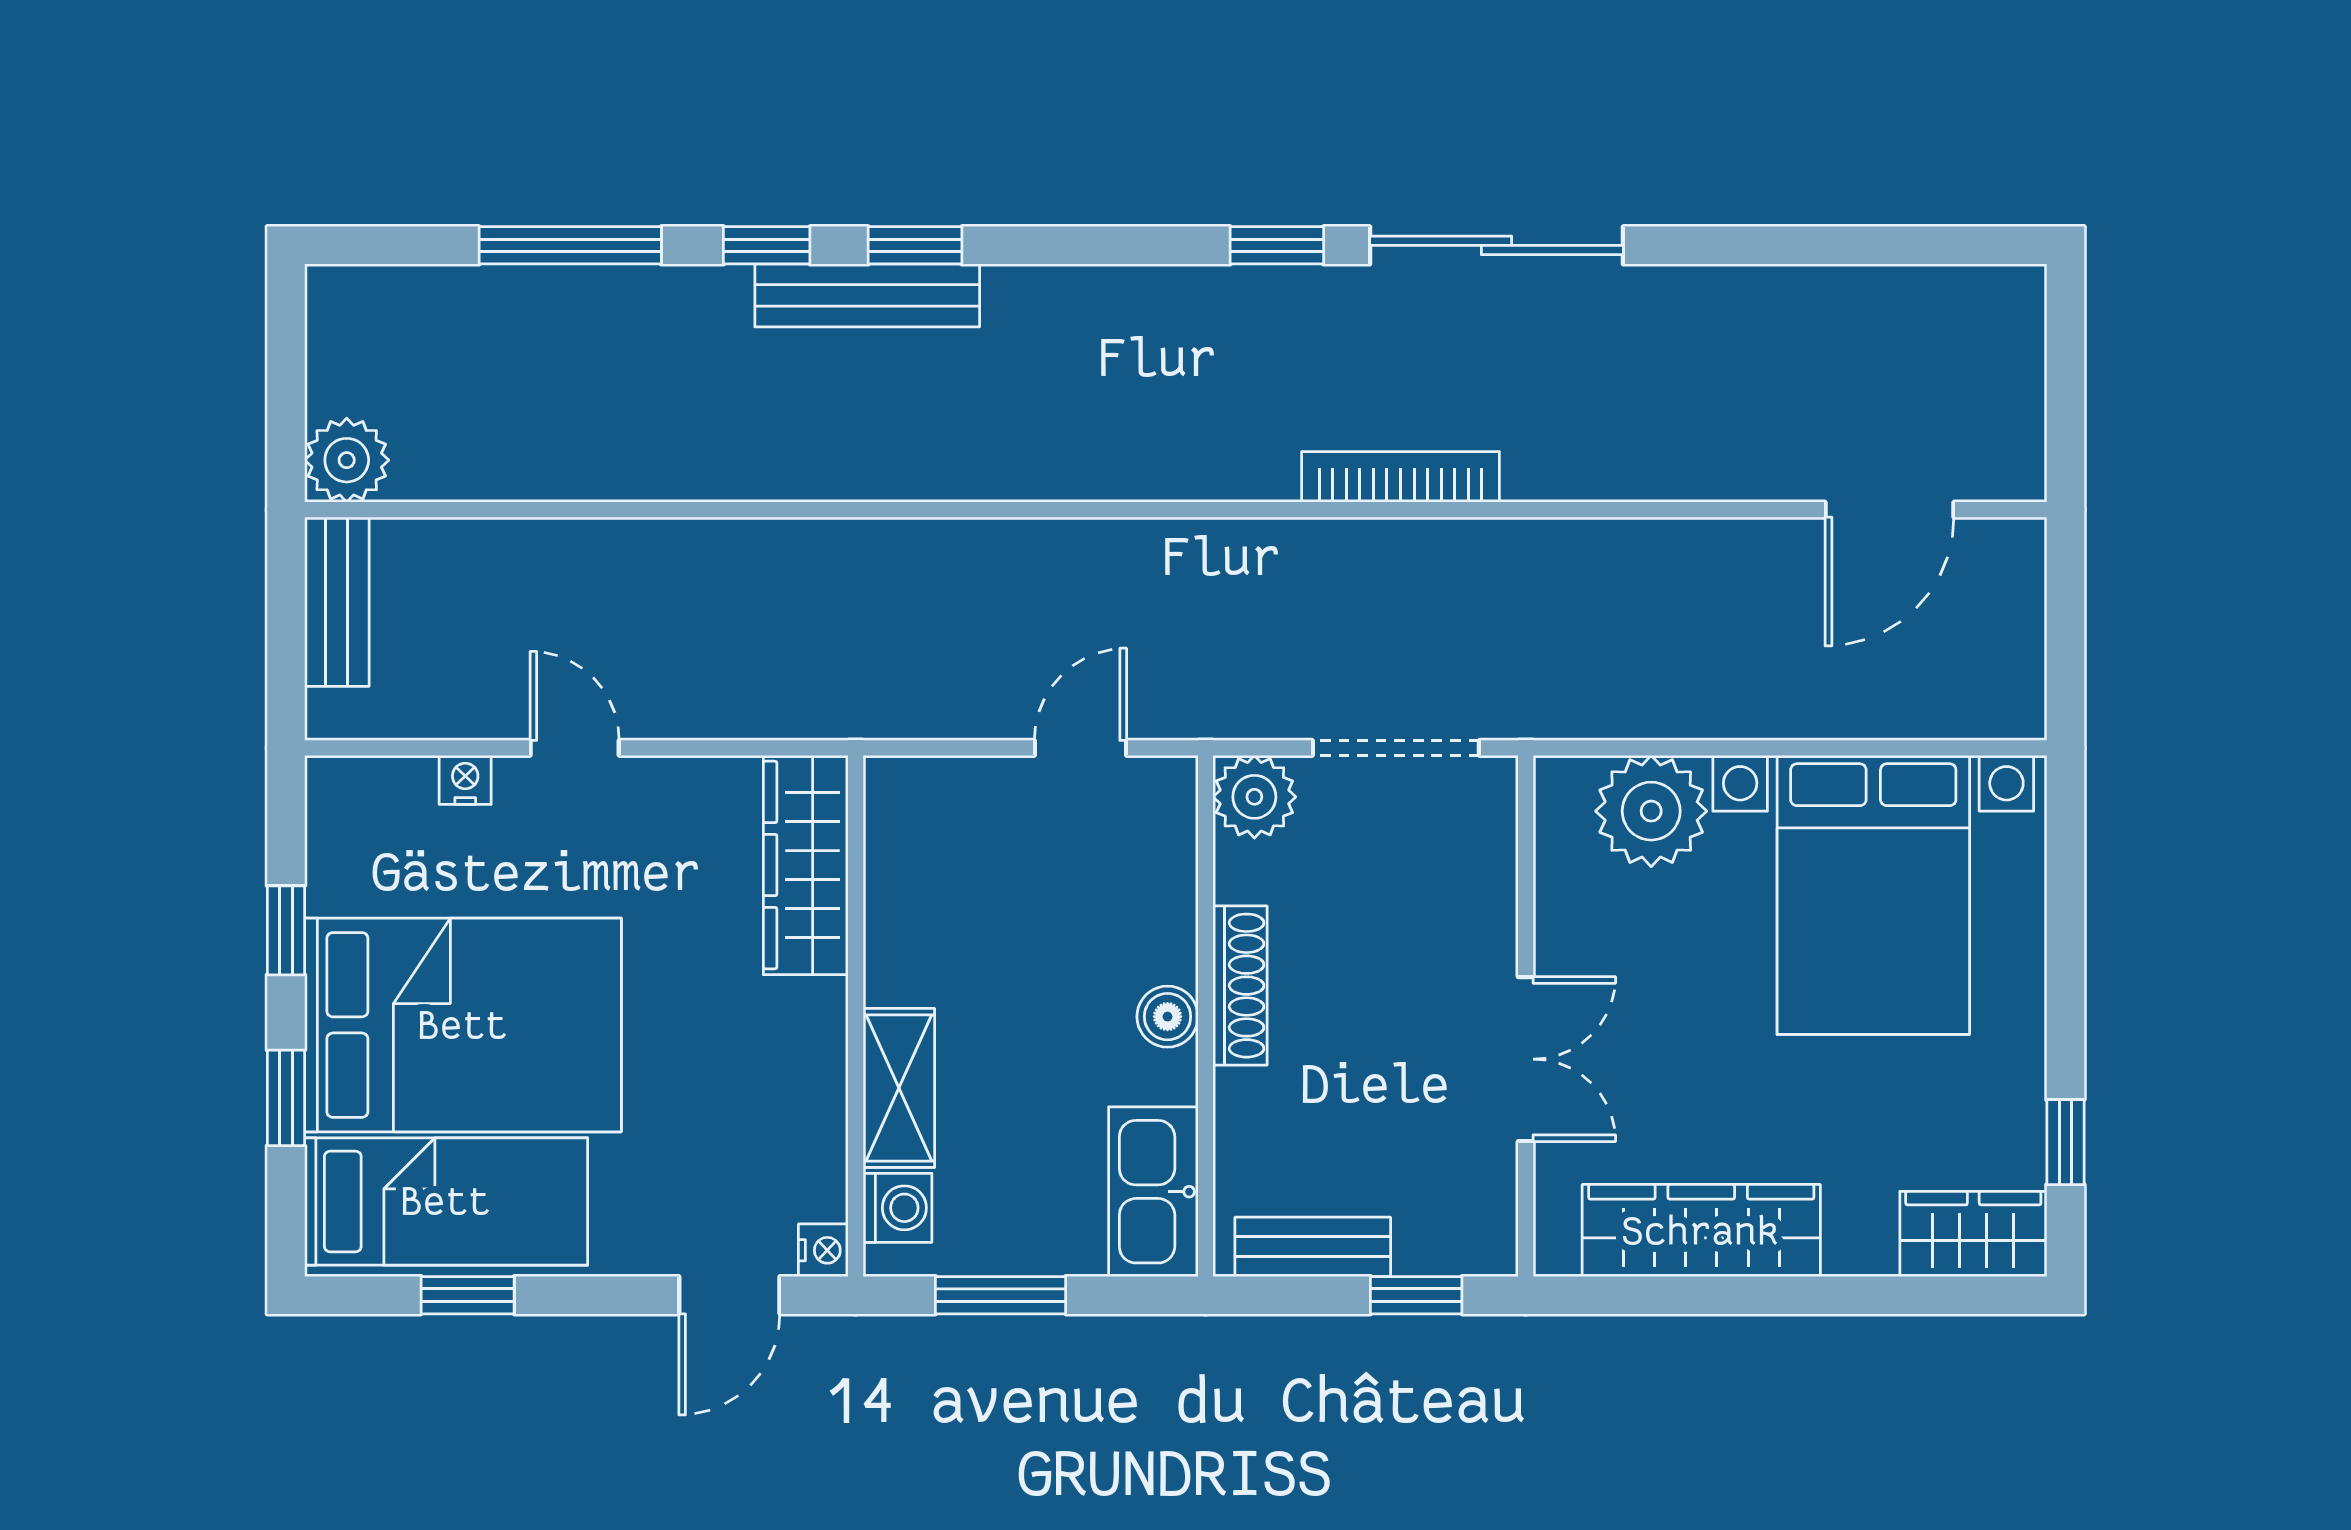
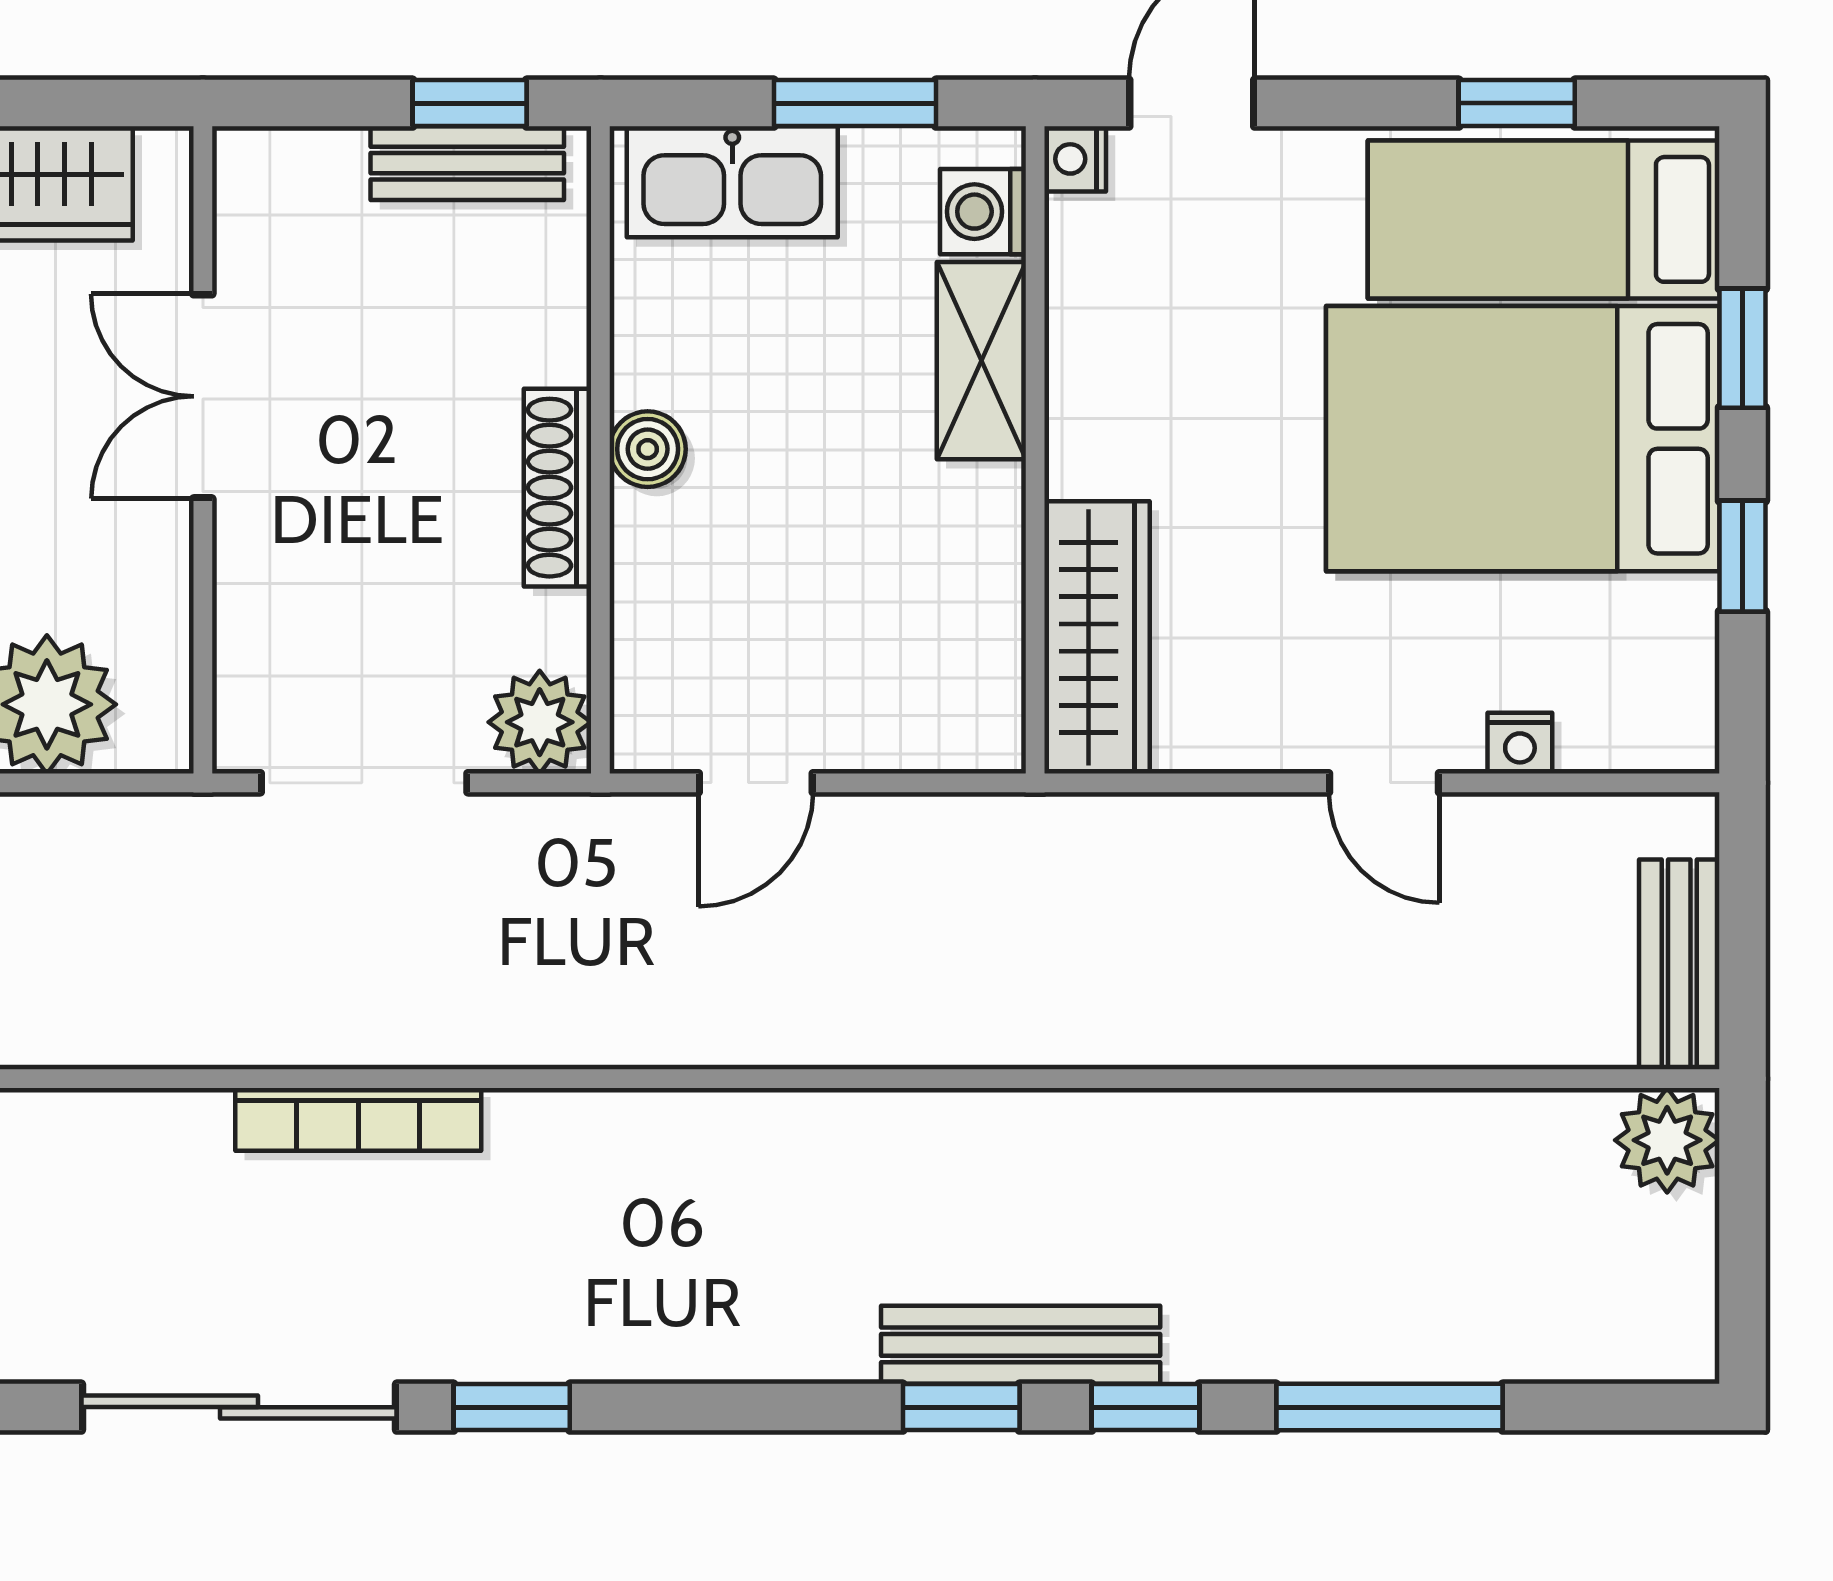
kitchen sink: (1153, 1192) -> (732, 182), moved, turned 90
window: (1416, 1295) -> (470, 103), moved

